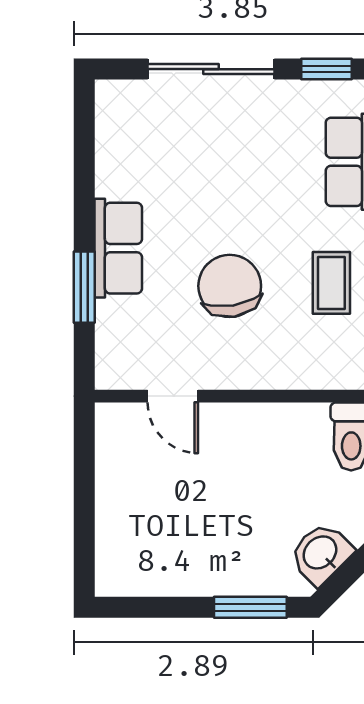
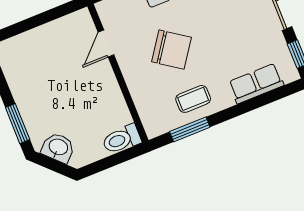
chair: (230, 286) -> (171, 50), turned 44

